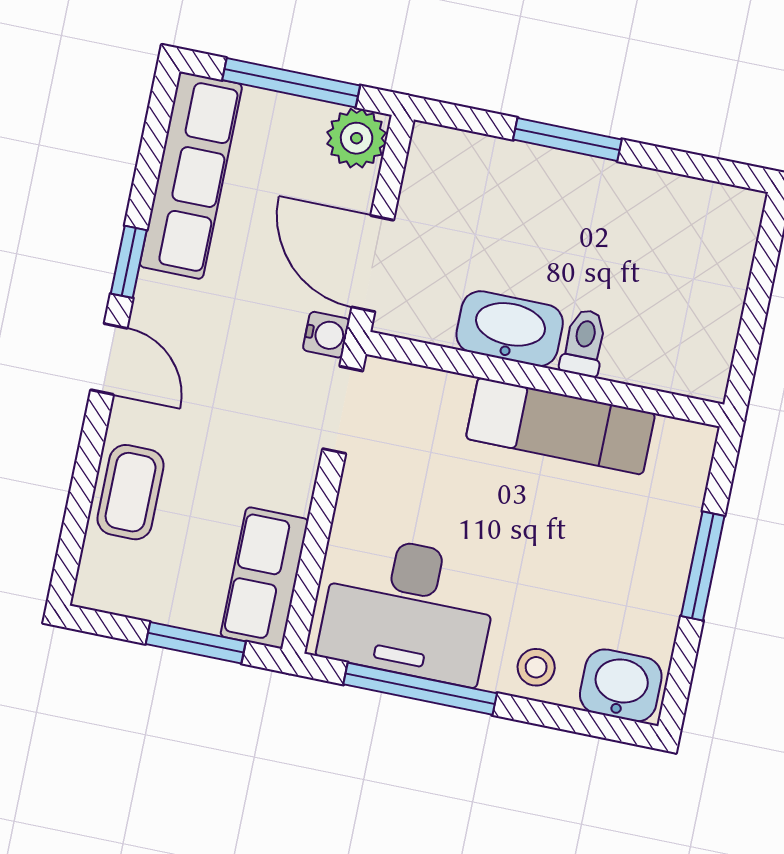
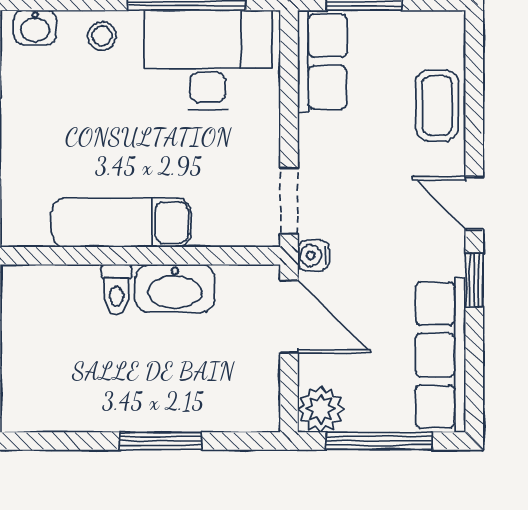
washbasin: (621, 685) -> (35, 27), width x0.72, depth x0.69

